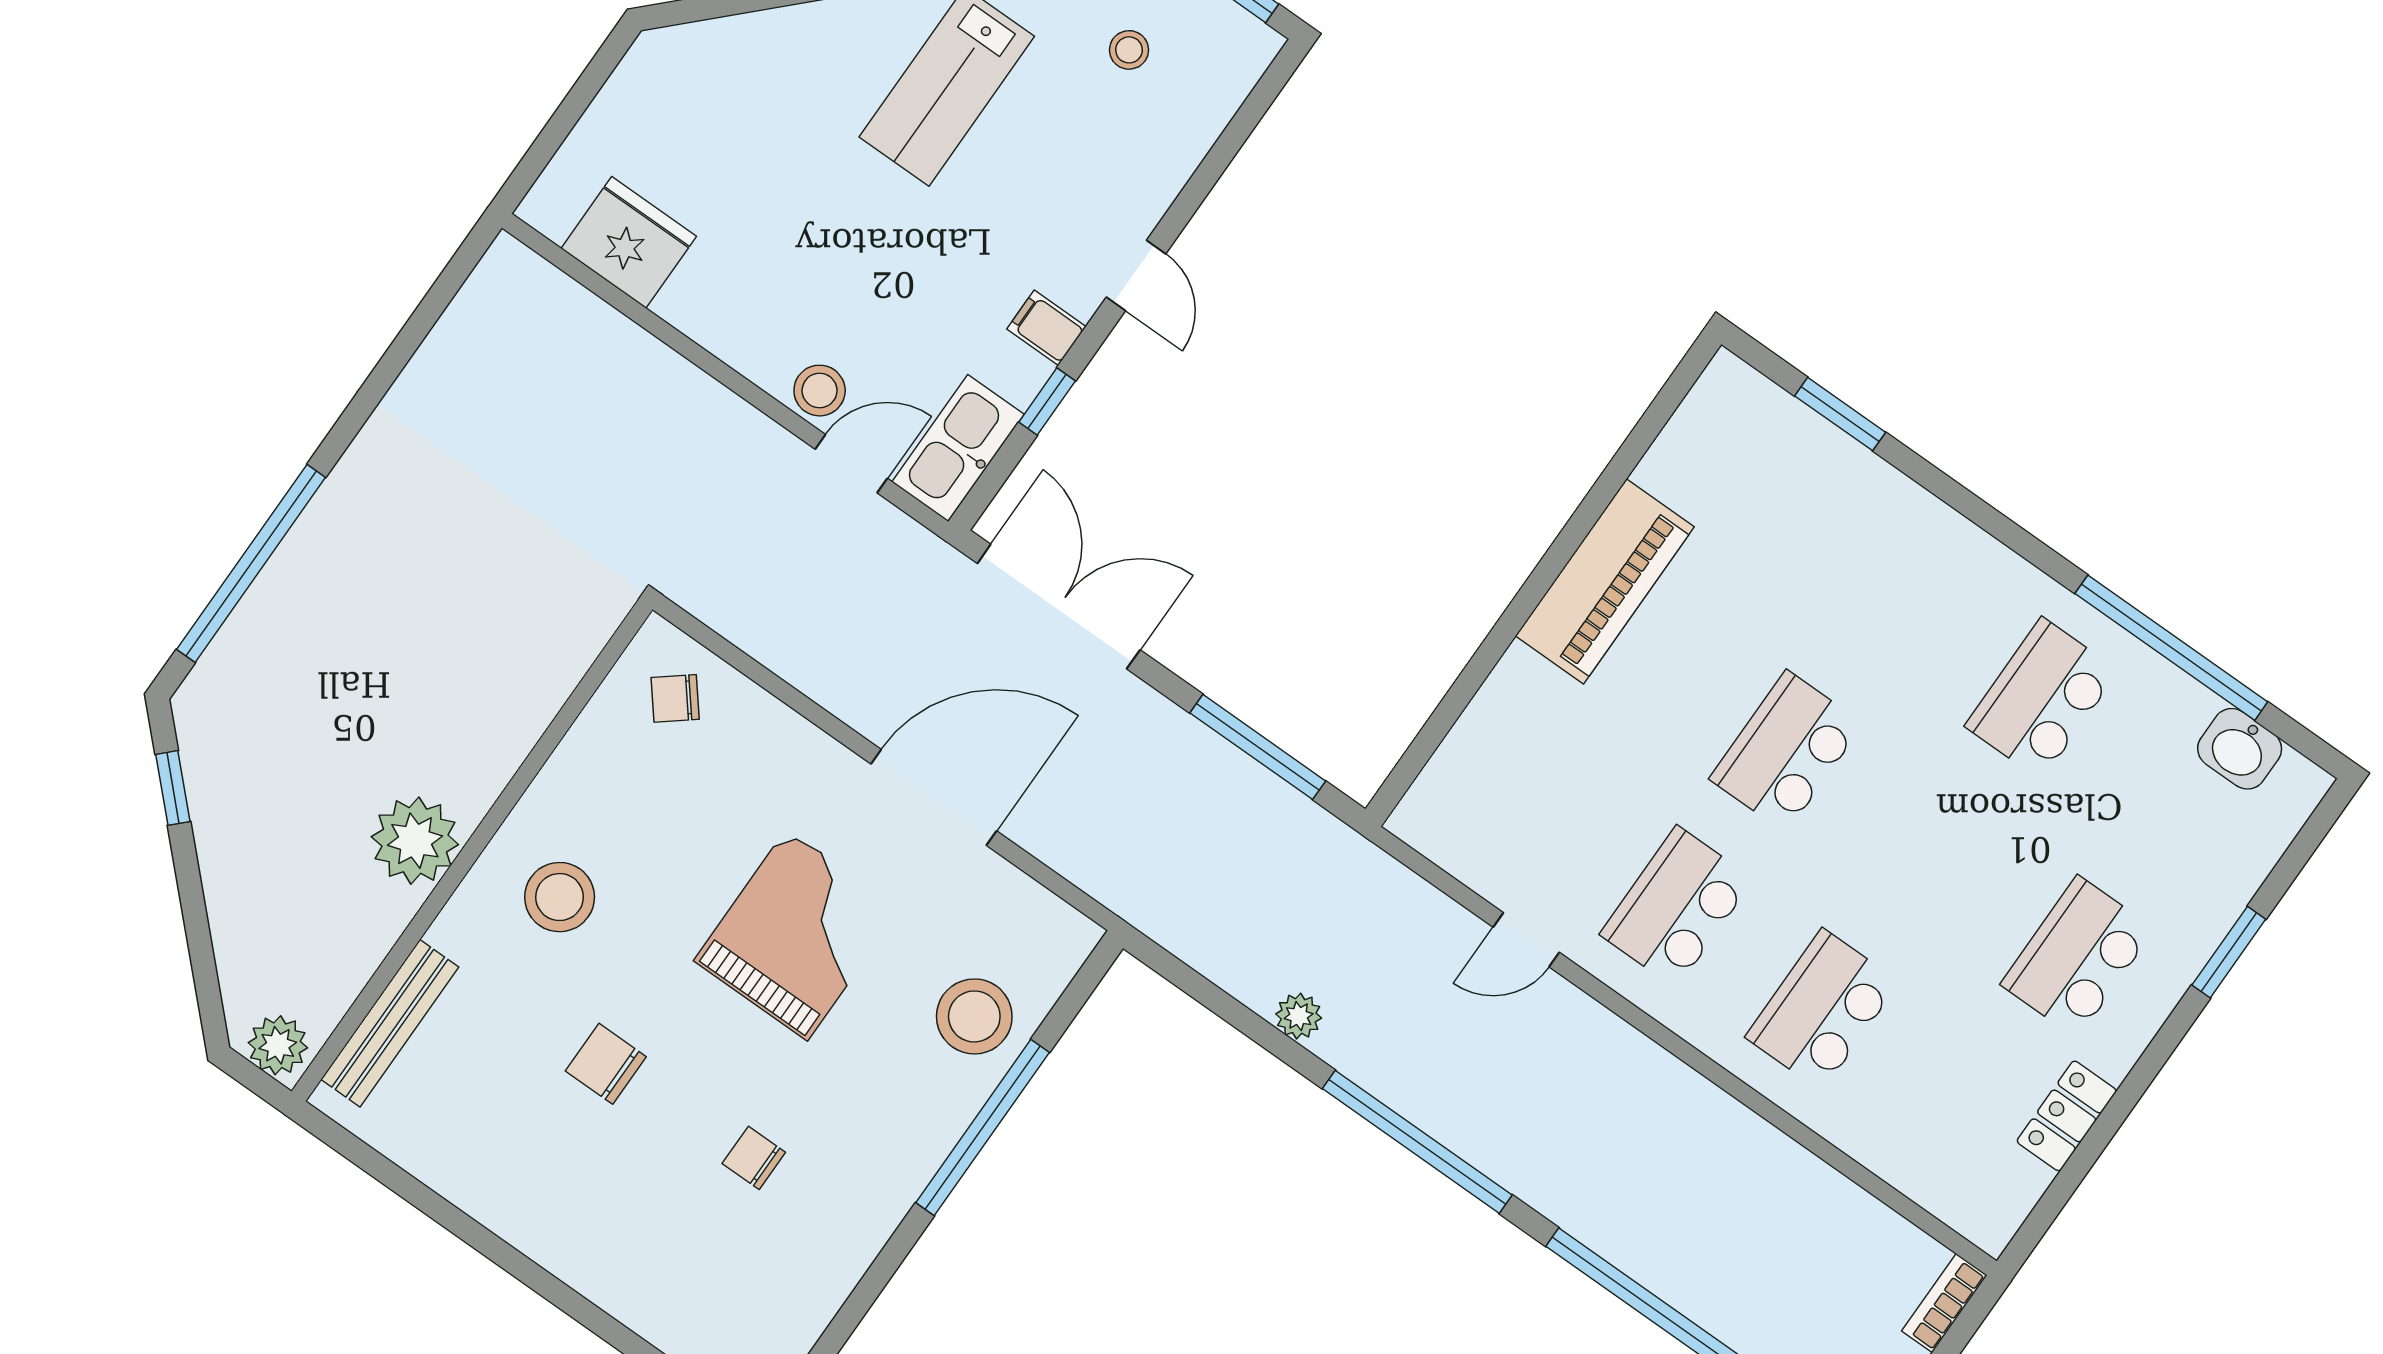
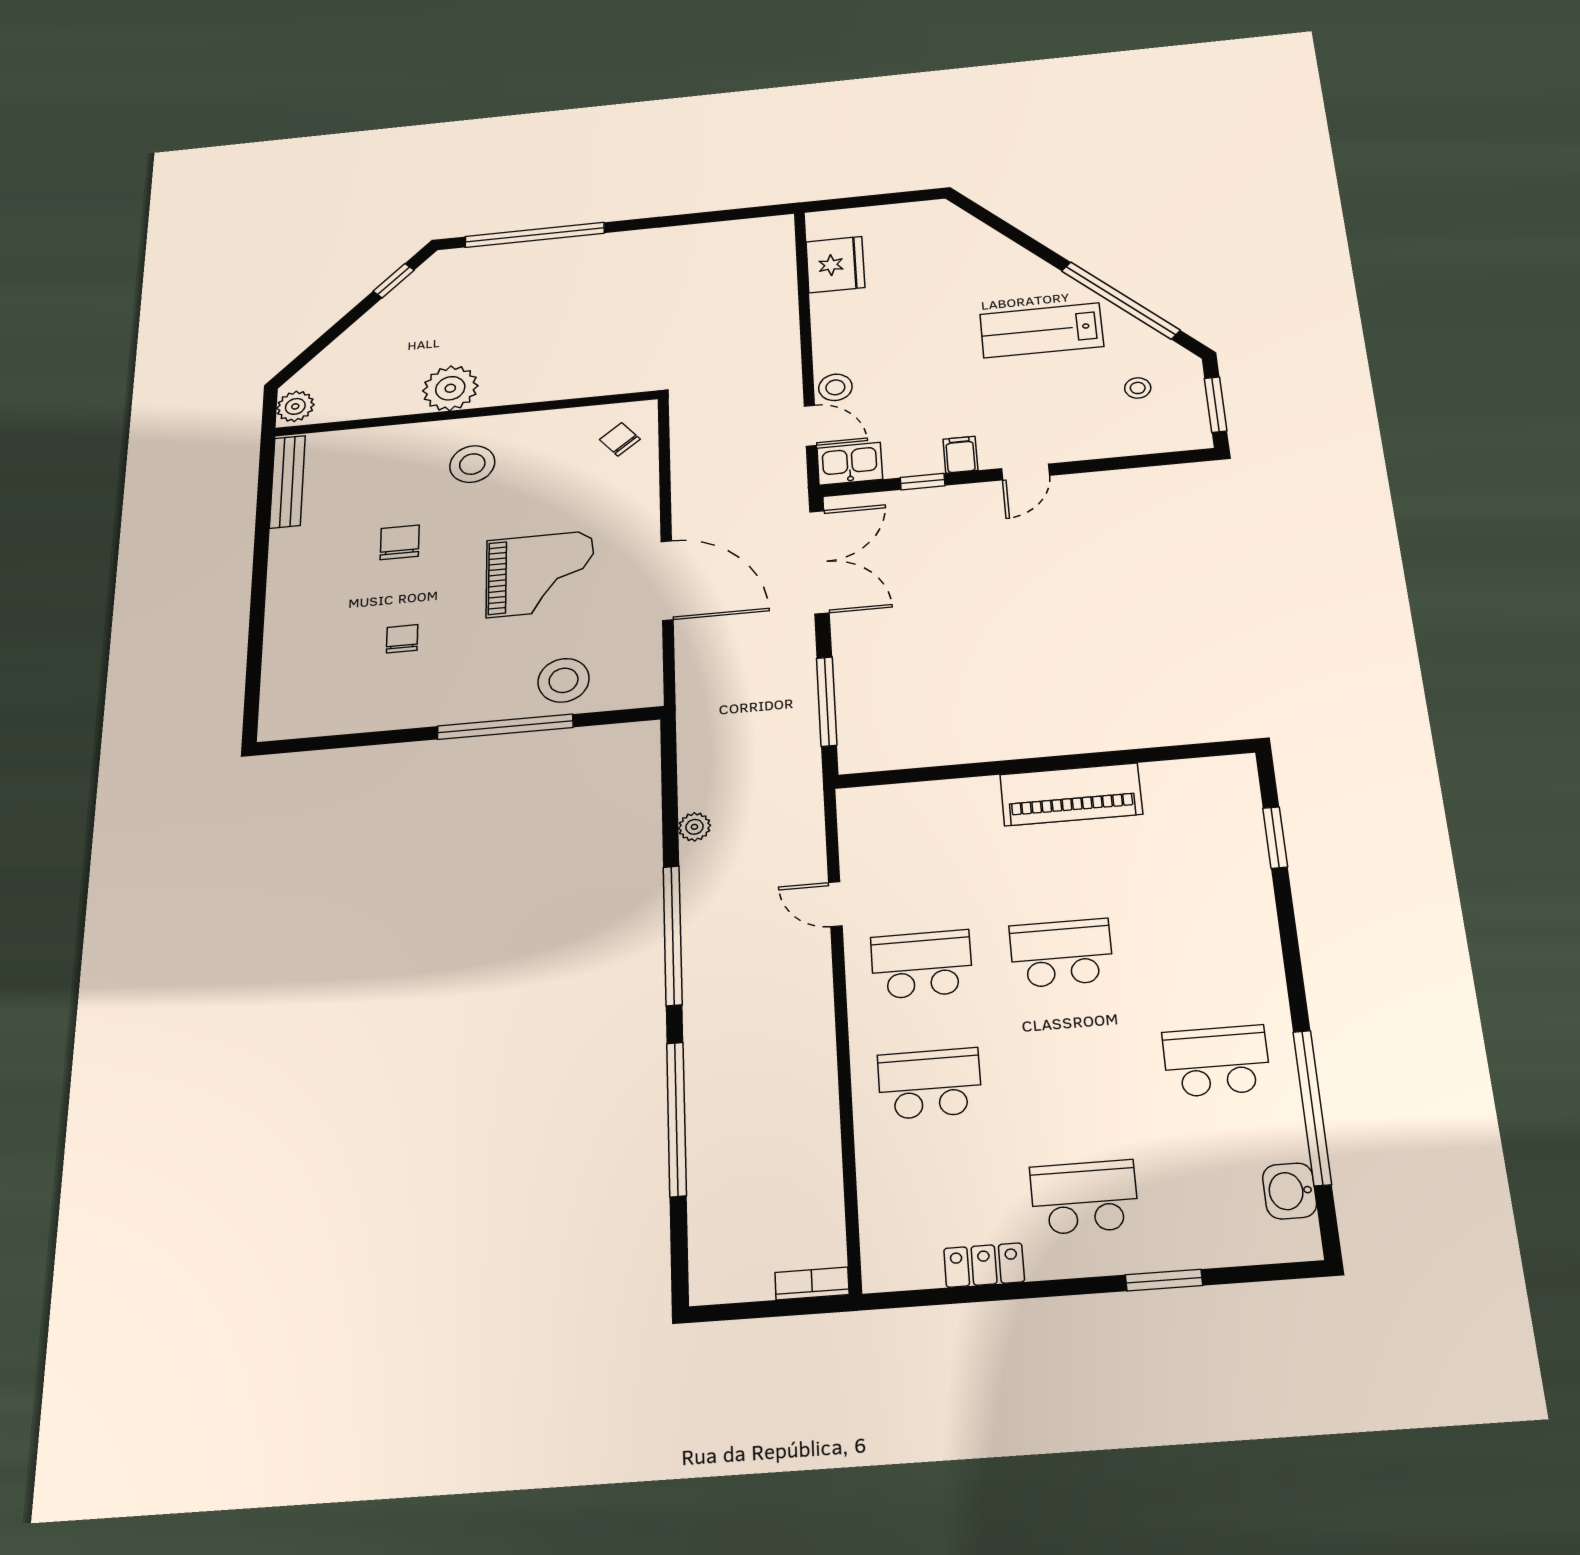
kitchen sink: (958, 448) -> (850, 464), width x0.73
bench: (390, 1023) -> (287, 482), moved, turned 90

